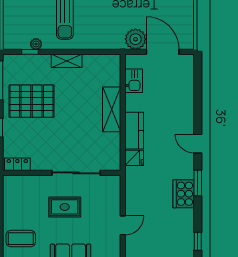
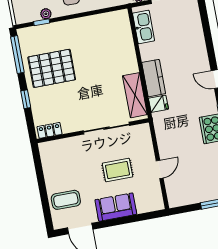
shelving: (67, 61) -> (78, 24), removed
kitchen sink: (134, 81) -> (144, 27), width x1.38
shelving: (112, 109) -> (135, 95), moved
rug: (65, 207) -> (118, 170), moved

